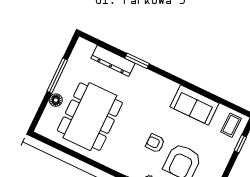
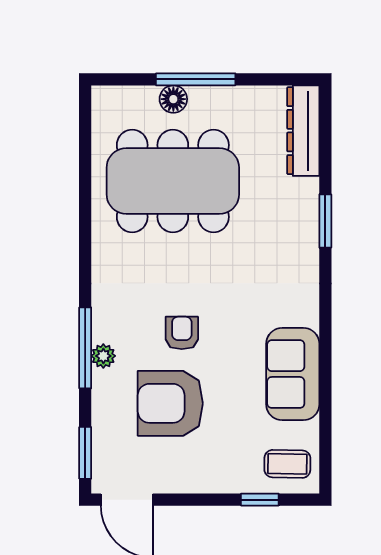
dresser: (113, 61) -> (303, 131), moved
window: (57, 76) -> (196, 79), moved

